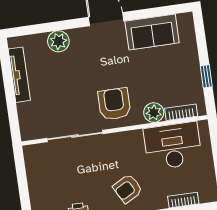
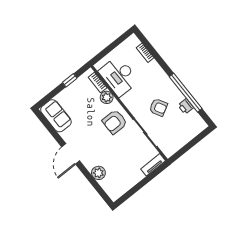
sofa: (152, 32) -> (56, 116), moved
tv unit: (19, 75) -> (153, 165), moved, width x0.71
armchair: (128, 189) -> (158, 107), moved

